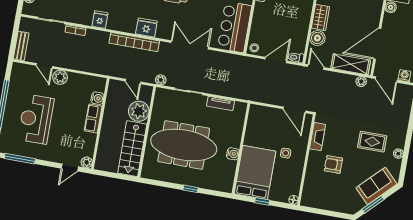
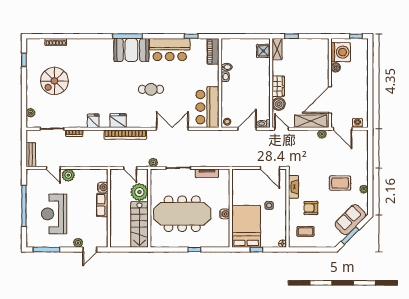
fridge: (146, 28) -> (118, 121), moved
plant: (87, 162) -> (78, 243), moved
coffee table: (322, 191) -> (305, 231), added

